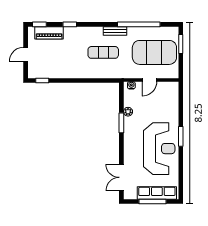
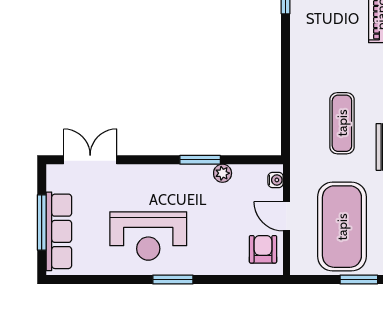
armchair: (166, 92) -> (263, 249), added
reception desk: (159, 149) -> (148, 236), width x0.74, depth x0.77

